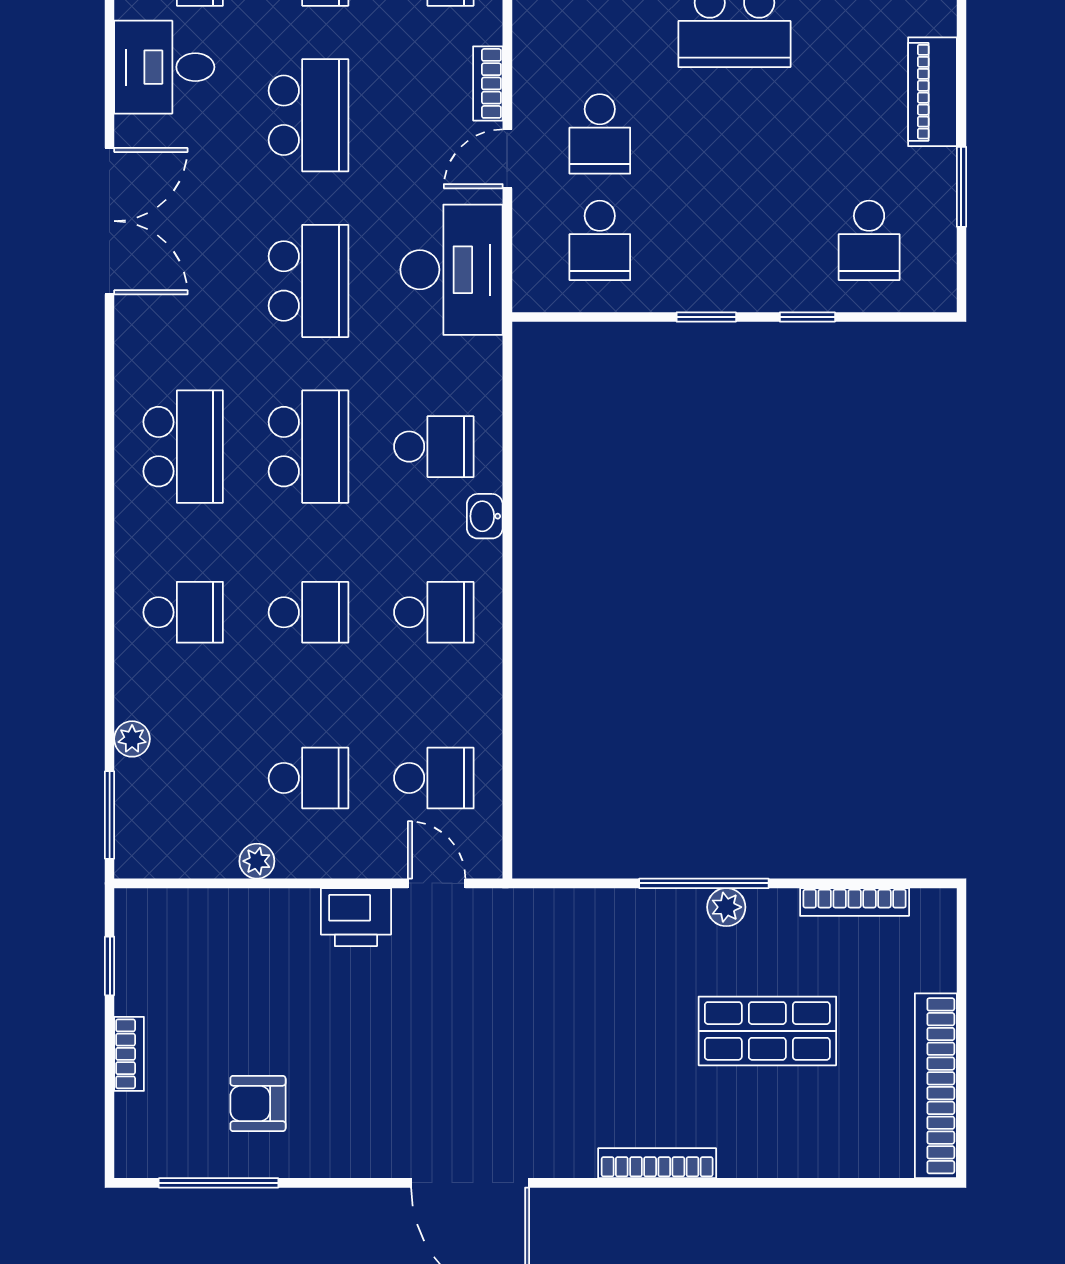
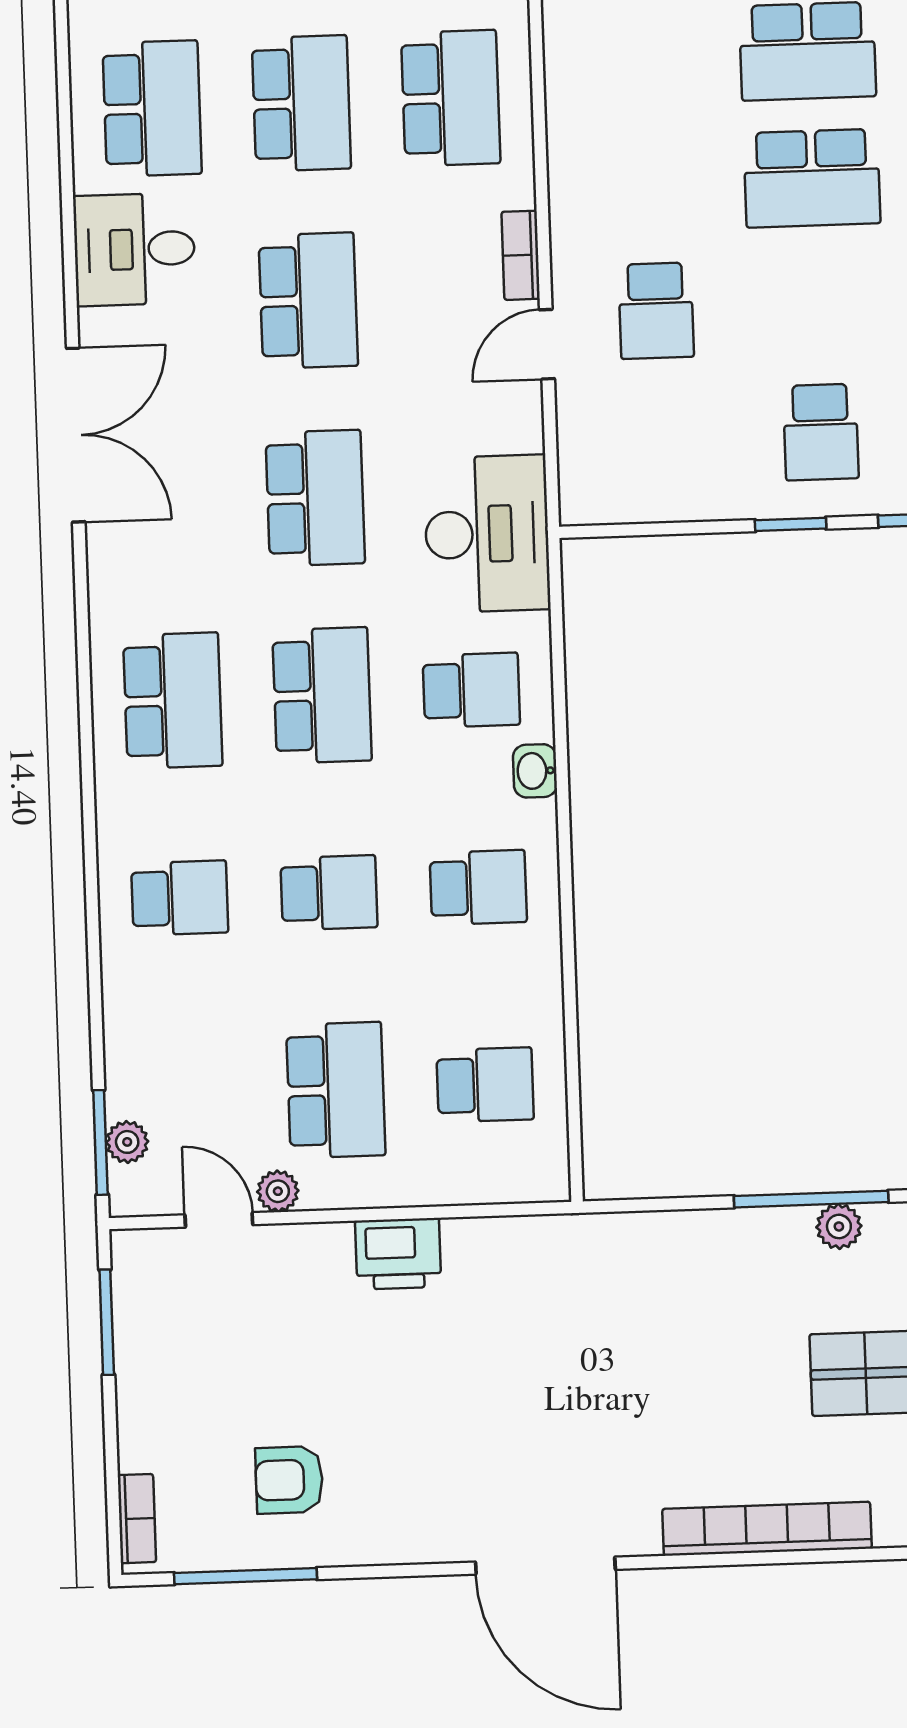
school desk: (600, 240) -> (821, 432), moved
desk: (452, 270) -> (487, 534), moved
plant: (132, 739) -> (127, 1142), moved
school desk: (308, 778) -> (336, 1090), width x1.85
door: (437, 883) -> (219, 1220), moved
window: (110, 966) -> (107, 1322), width x1.50
bookcase: (129, 1054) -> (137, 1519), moved
bookcase: (657, 1163) -> (767, 1529), width x1.48, depth x1.31

